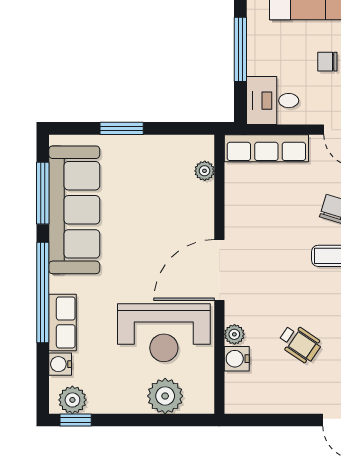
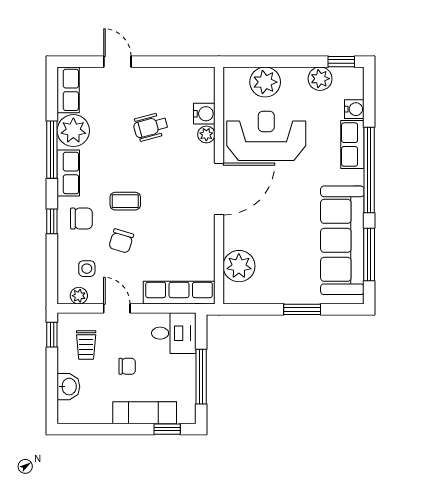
plant: (205, 171) -> (239, 266), width x1.88, depth x1.88
wheelchair: (300, 343) -> (151, 127), turned -49
plant: (72, 400) -> (320, 79), moved

